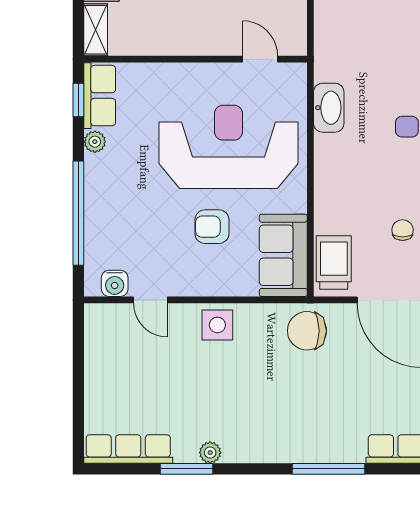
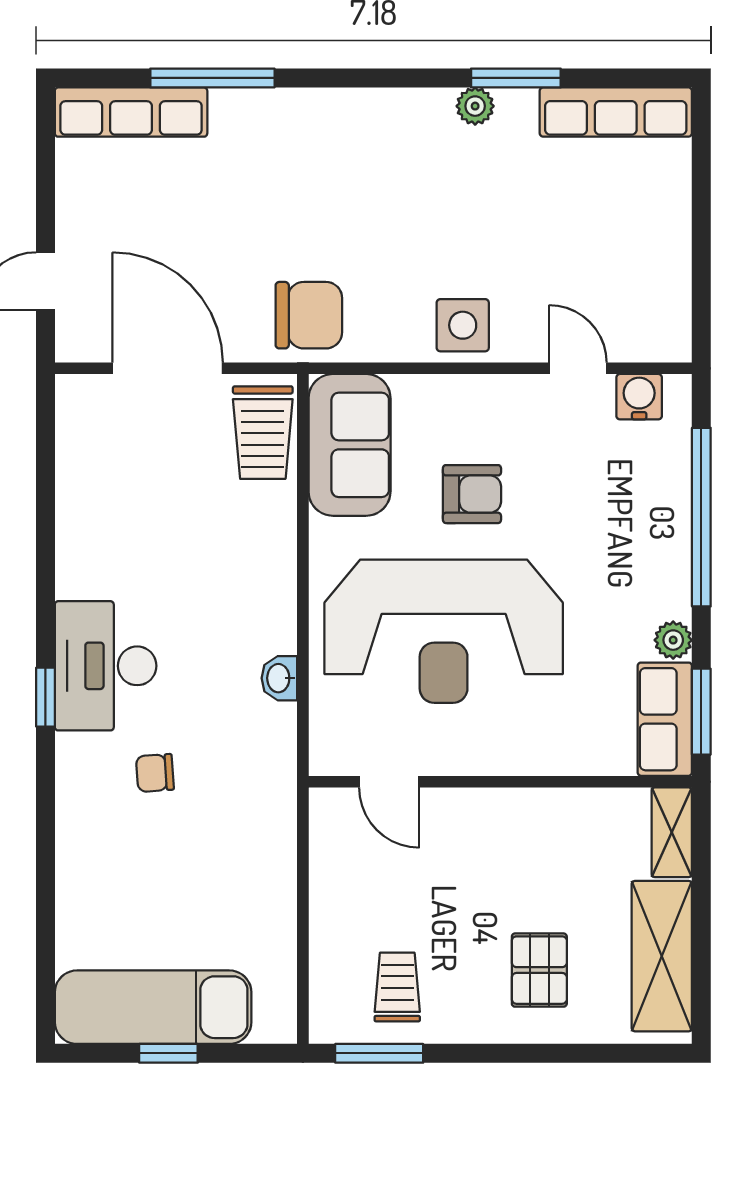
window: (78, 100) -> (701, 712), width x1.50
washbasin: (329, 108) -> (279, 678), width x0.52, depth x0.69
chair: (403, 230) -> (155, 773), moved, turned 86
window: (328, 469) -> (212, 78), moved

